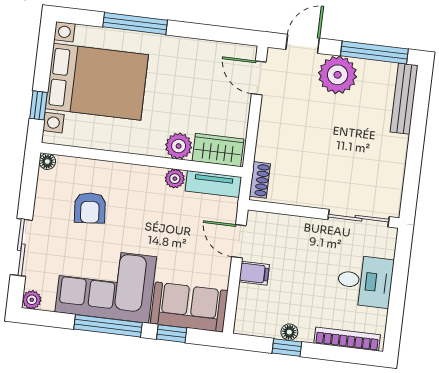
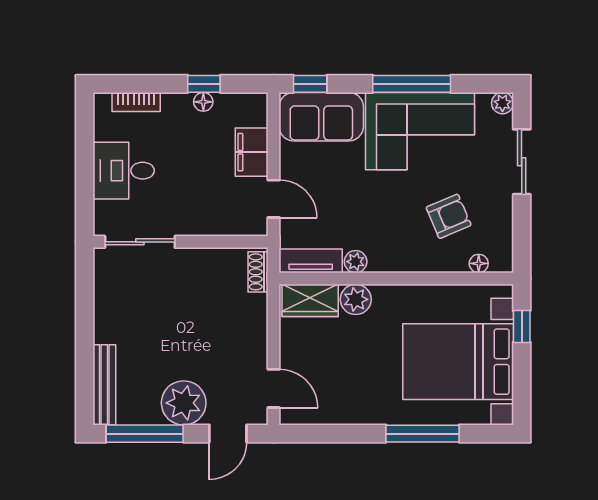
floor lamp: (47, 162) -> (479, 263), moved
armchair: (90, 208) -> (449, 216), turned 72
filing cabinet: (254, 273) -> (252, 152), width x2.00
window: (172, 334) -> (310, 84), moved
bookcase: (347, 339) -> (136, 102), width x0.64

